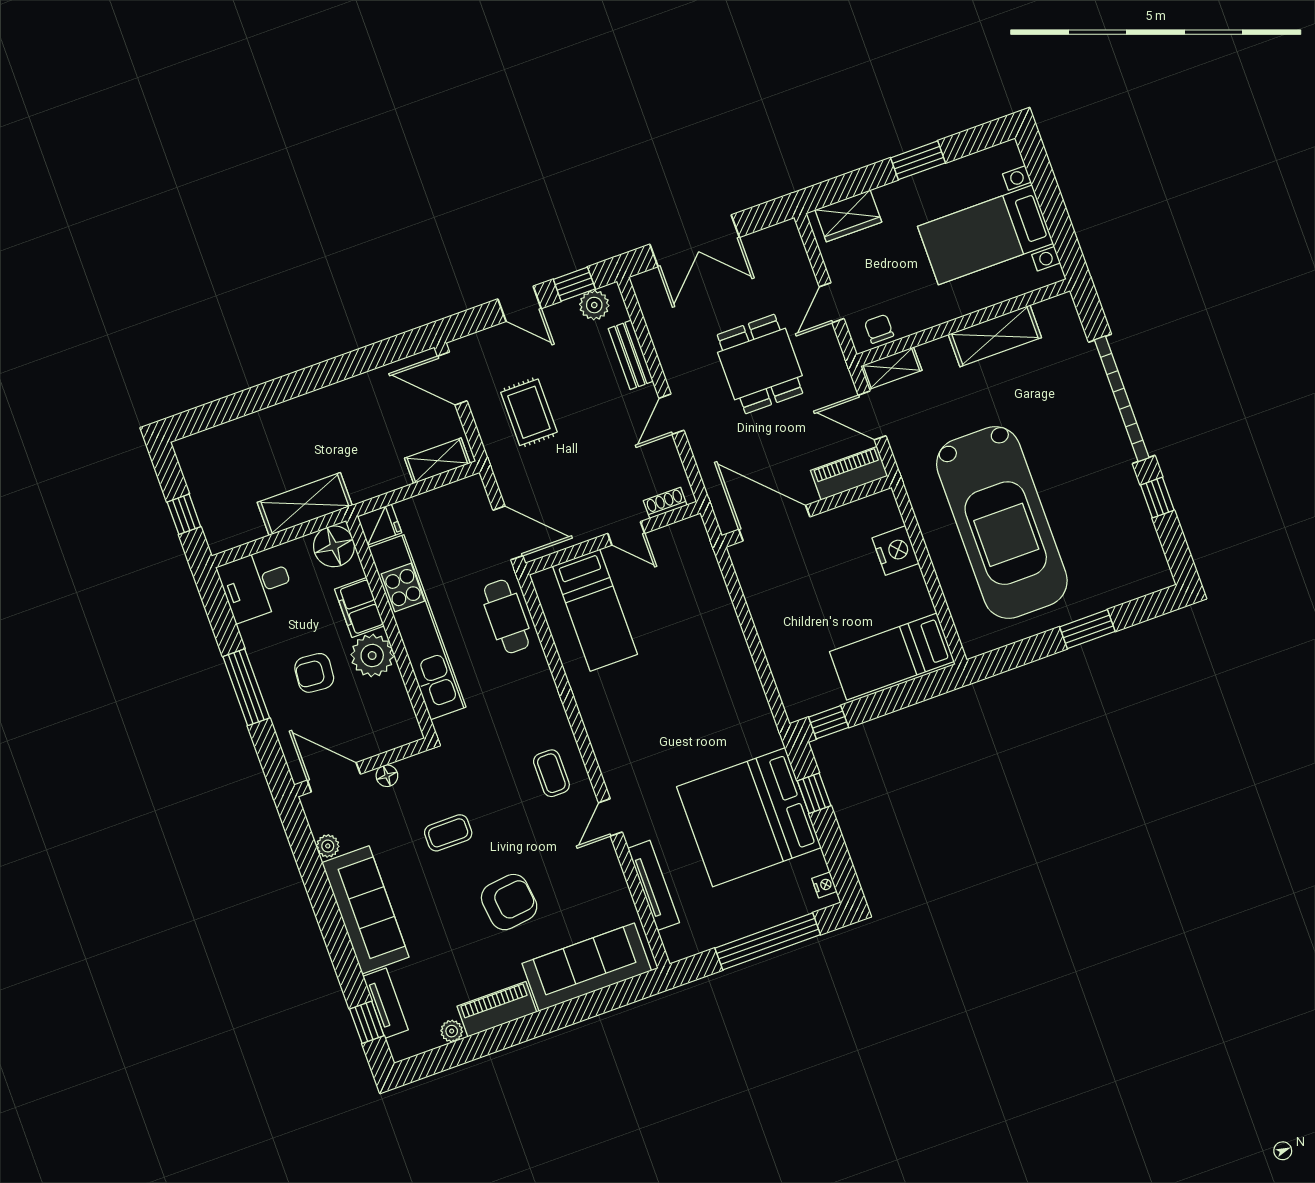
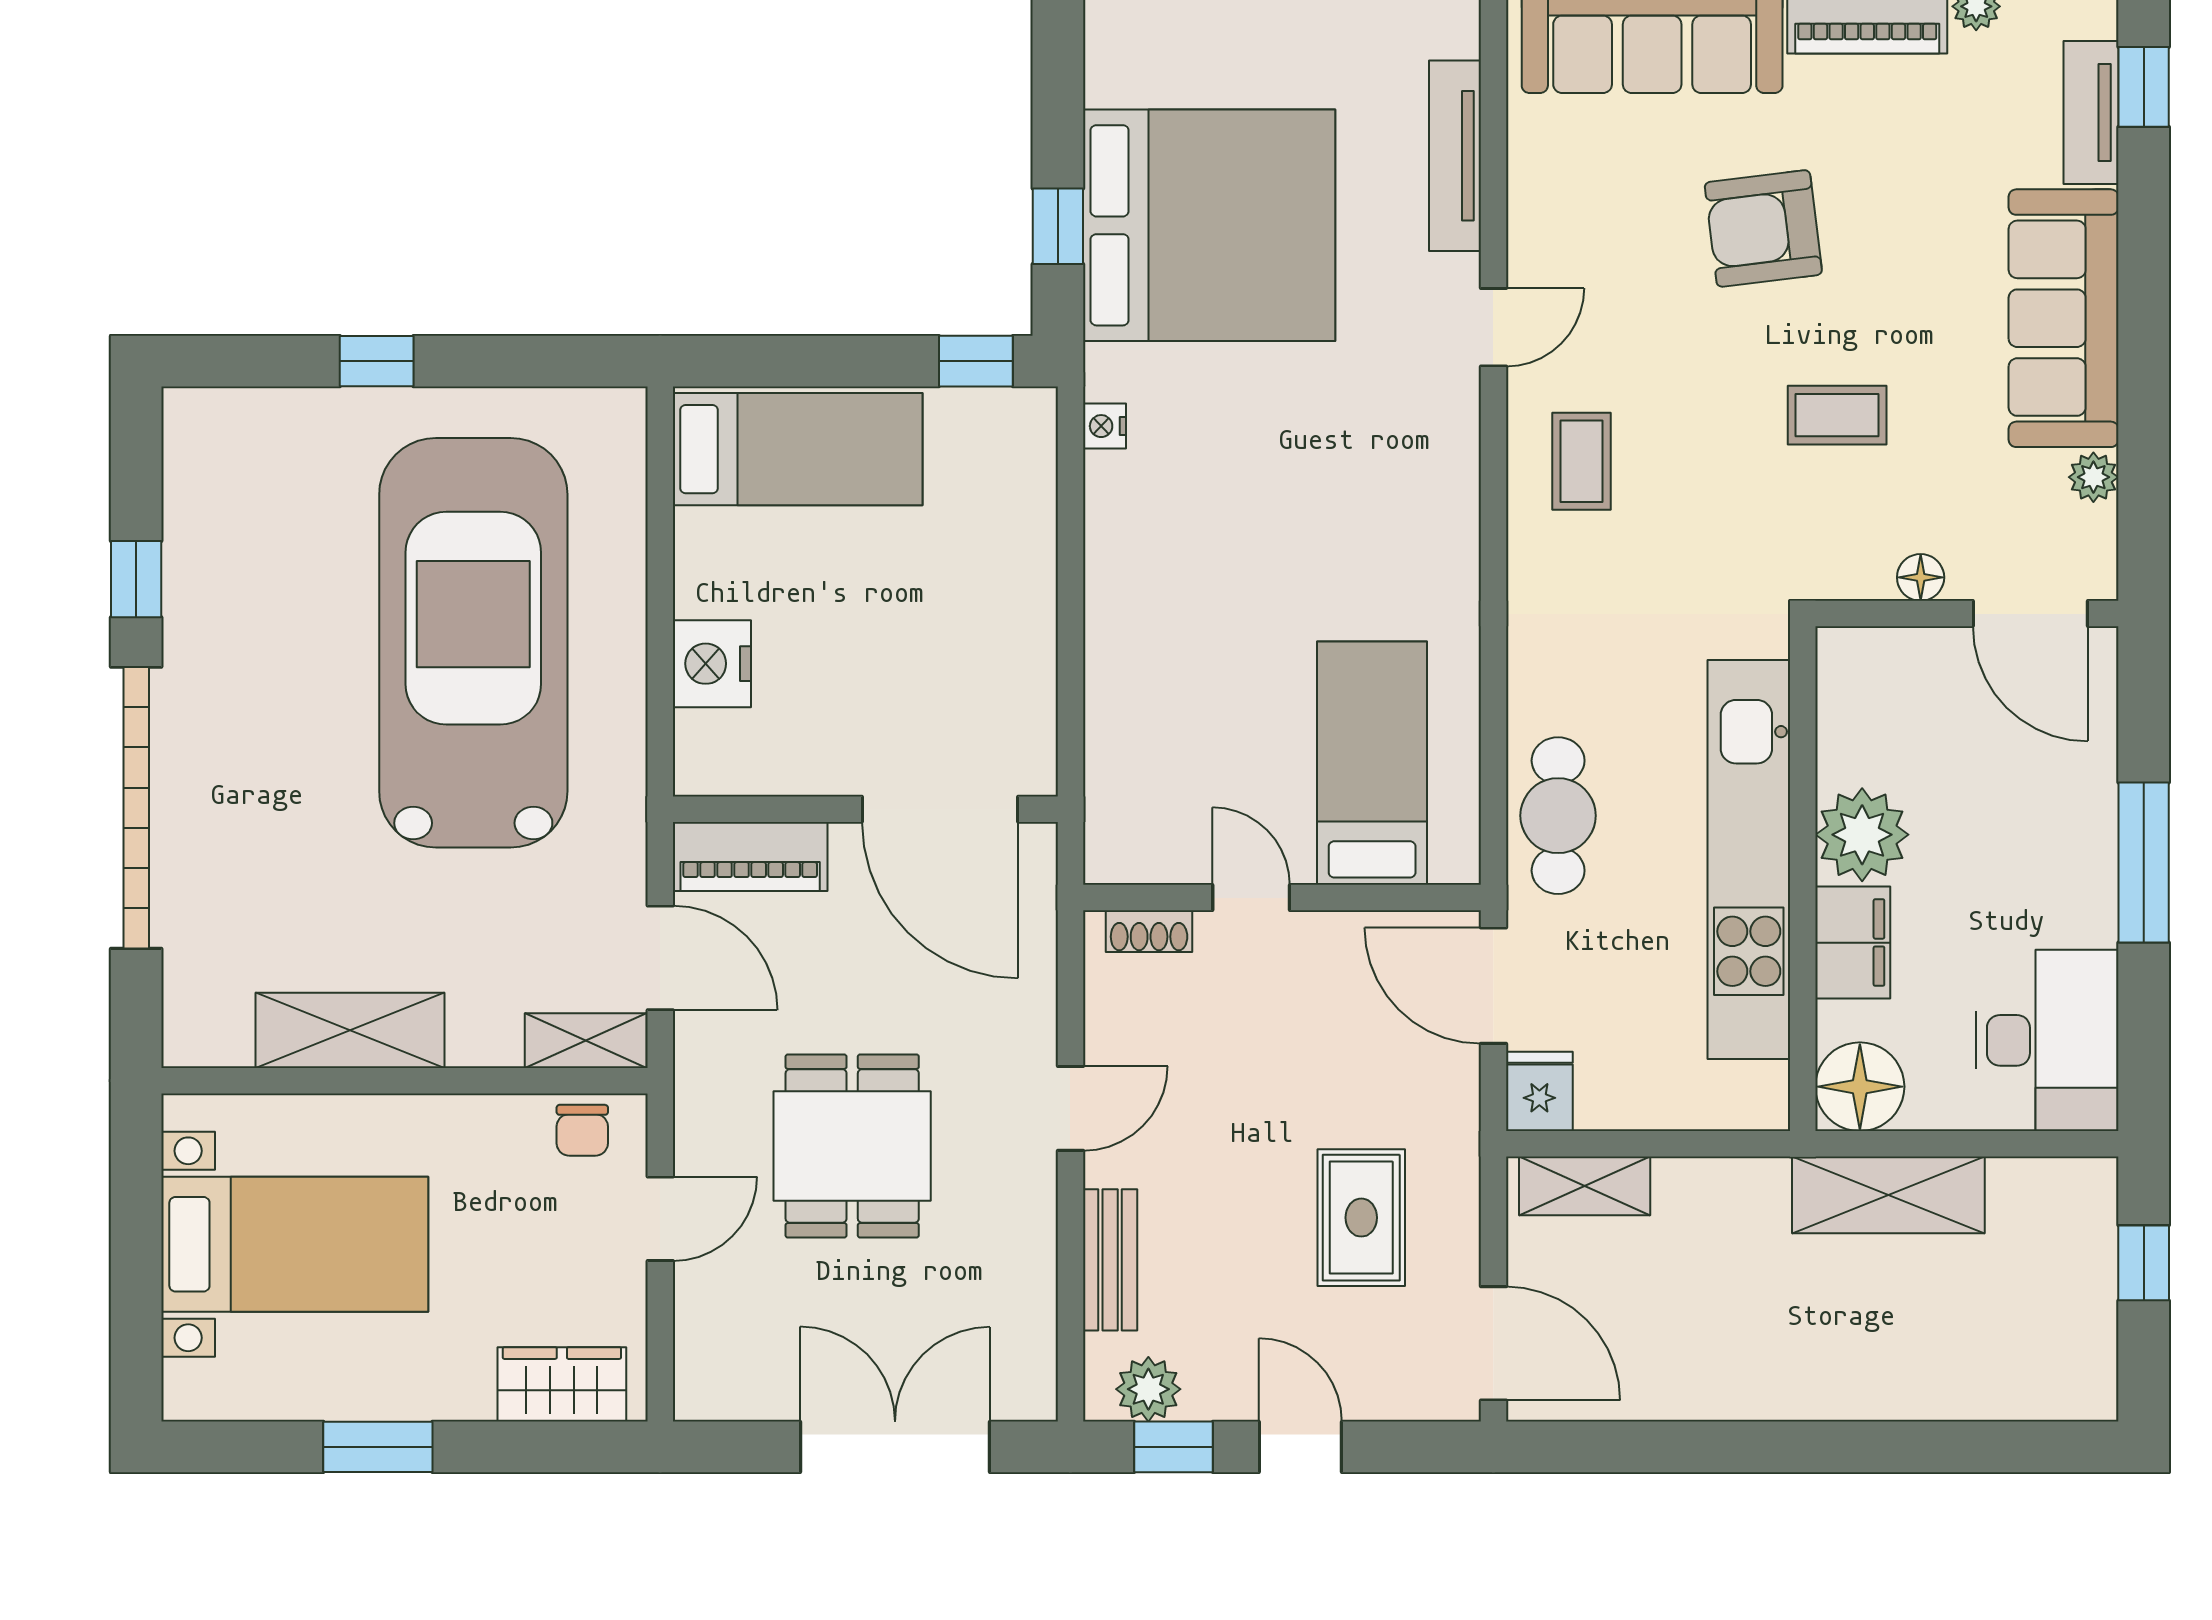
fridge: (380, 525) -> (1539, 1091), moved, turned 90
desk: (256, 585) -> (2047, 1040), width x1.37
window: (1087, 629) -> (377, 361), width x0.67
armchair: (314, 673) -> (1994, 842), removed
nightstand: (824, 885) -> (1105, 426), moved

